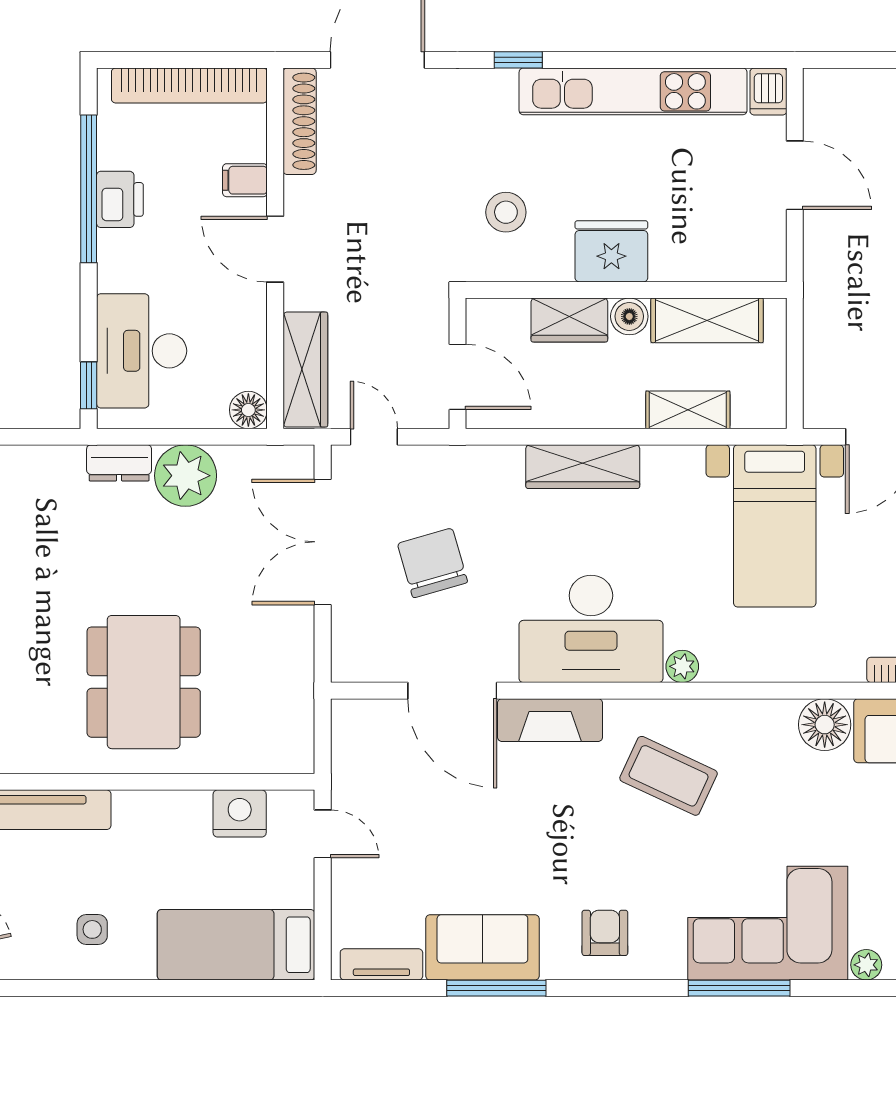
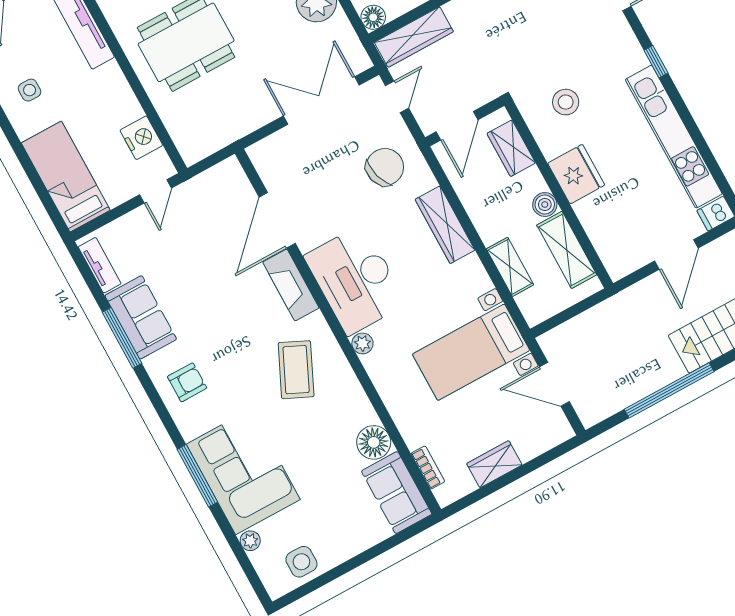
wardrobe: (569, 320) -> (511, 148), moved
chair: (433, 563) -> (385, 167), moved

